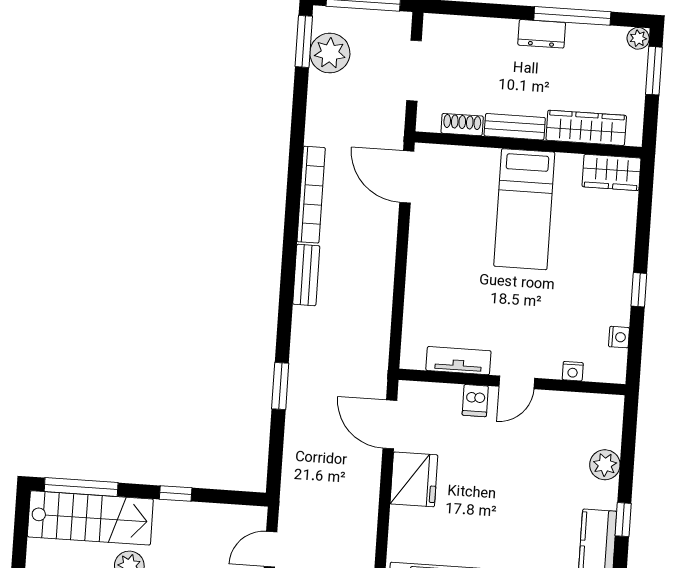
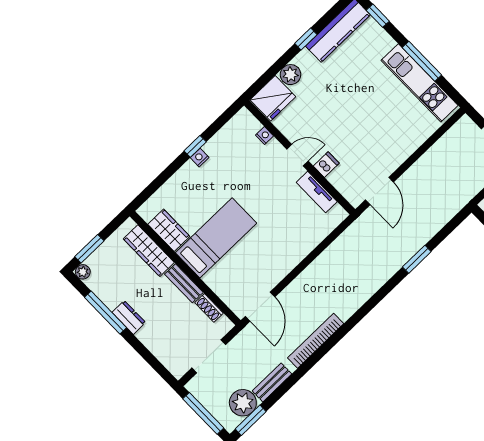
wardrobe: (612, 172) -> (169, 230), moved
bench: (306, 275) -> (272, 382), moved
nightstand: (619, 337) -> (200, 158), moved
fridge: (414, 479) -> (273, 98), moved, turned 180

